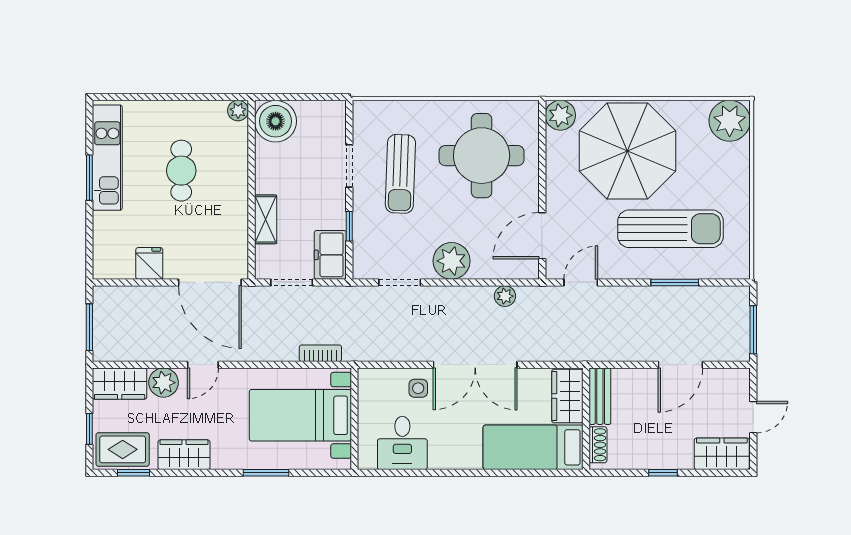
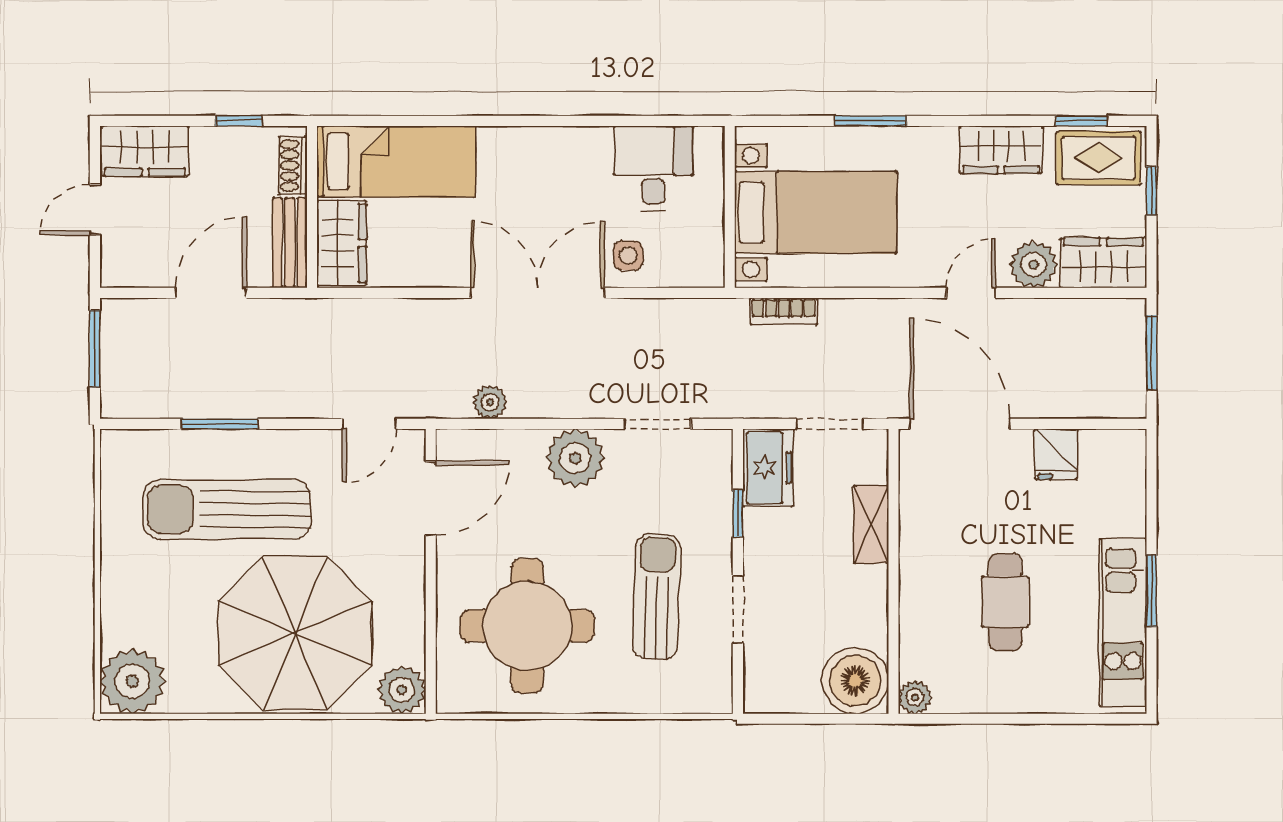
wardrobe: (567, 396) -> (342, 243), moved
bench: (600, 396) -> (290, 243), moved
wall: (586, 419) -> (312, 207), moved
shoe rack: (598, 445) -> (293, 166), moved
bed: (533, 447) -> (396, 161), moved

